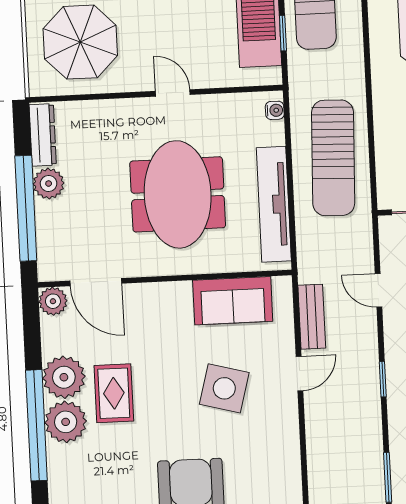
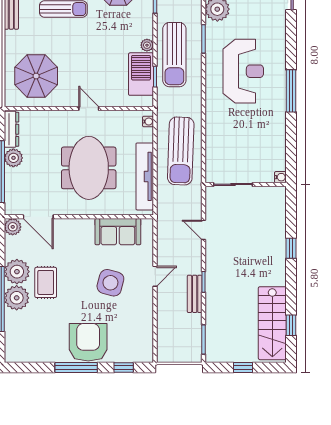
bench: (312, 317) -> (195, 294), moved

